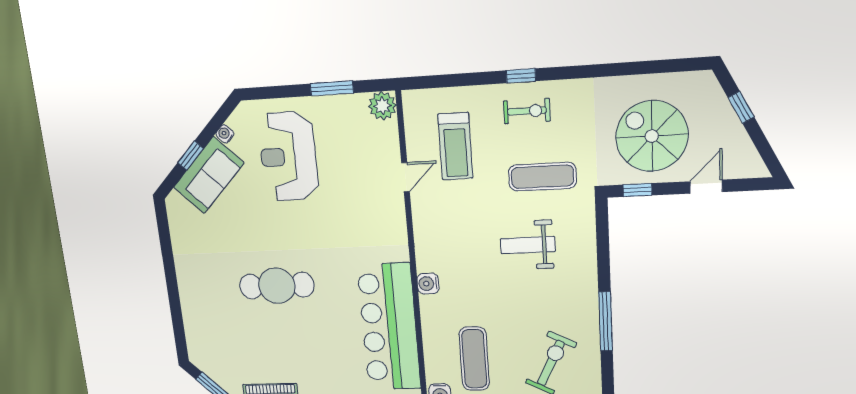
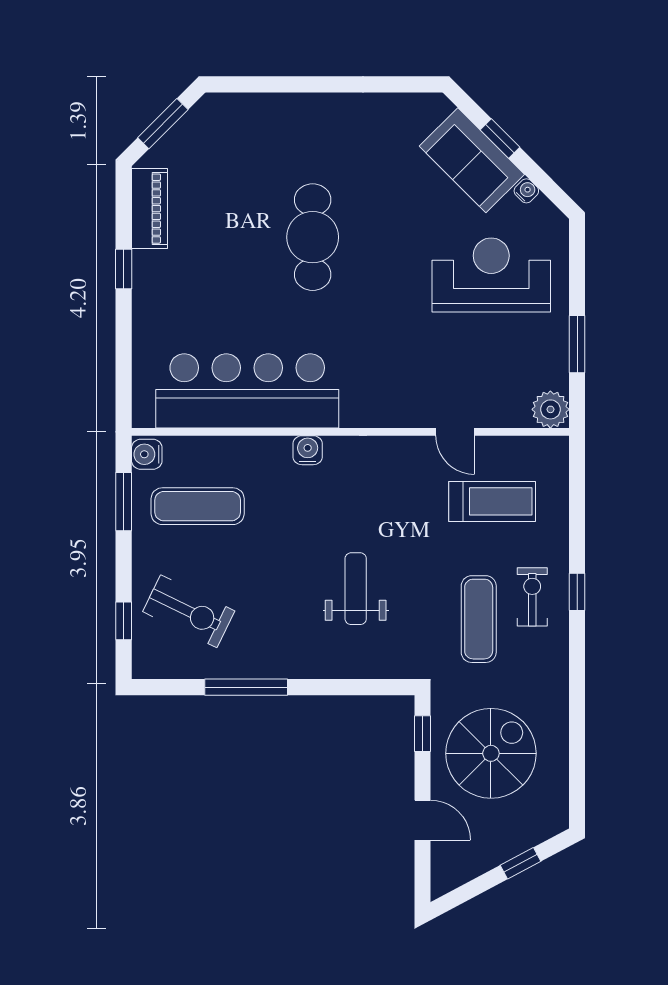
exercise bike: (527, 111) -> (532, 597), turned 180
treadmill: (455, 146) -> (492, 501), turned 180
exercise mat: (542, 177) -> (479, 619), moved

